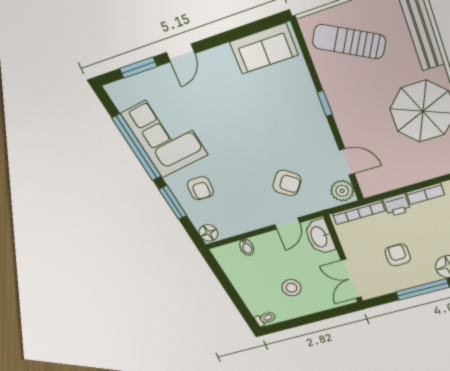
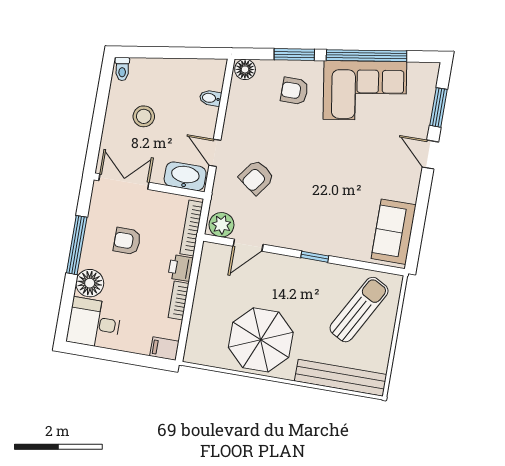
armchair: (398, 255) -> (127, 241), turned 180

